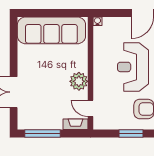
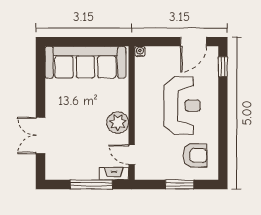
reception desk: (133, 67) -> (182, 106), turned 180
window: (42, 133) -> (91, 184), moved

